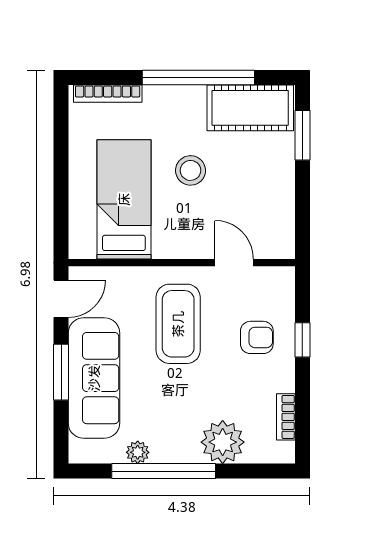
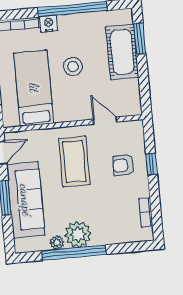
nightstand: (158, 97) -> (49, 24), added
cot: (250, 108) -> (122, 52), moved, turned 90
armchair: (257, 337) -> (123, 165), turned 180
plant: (223, 442) -> (78, 234), moved

